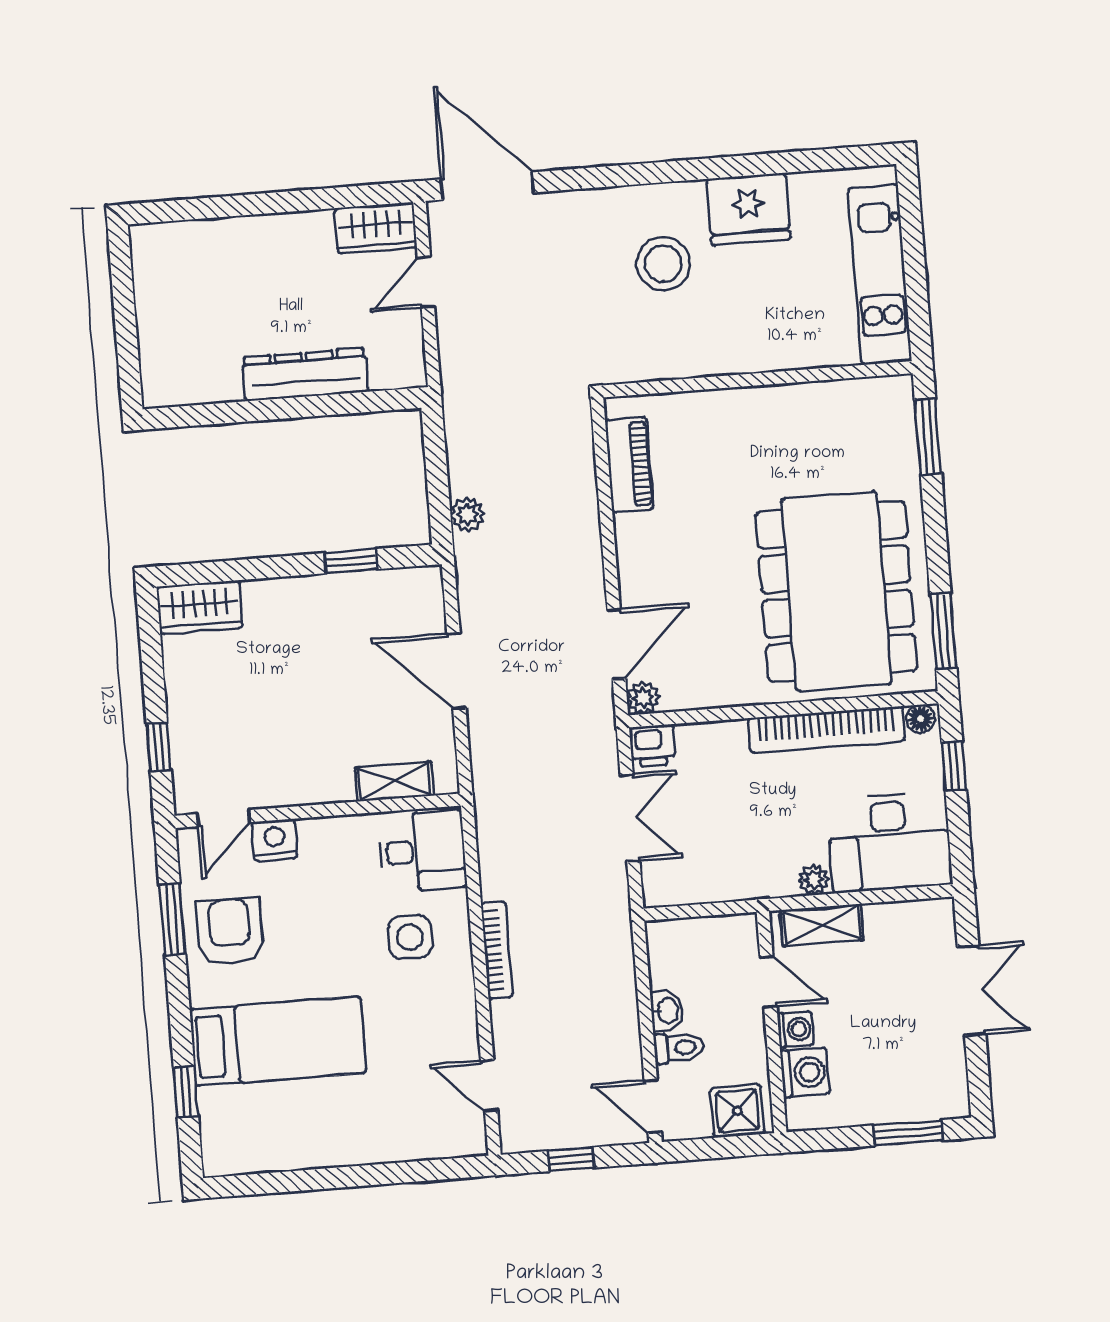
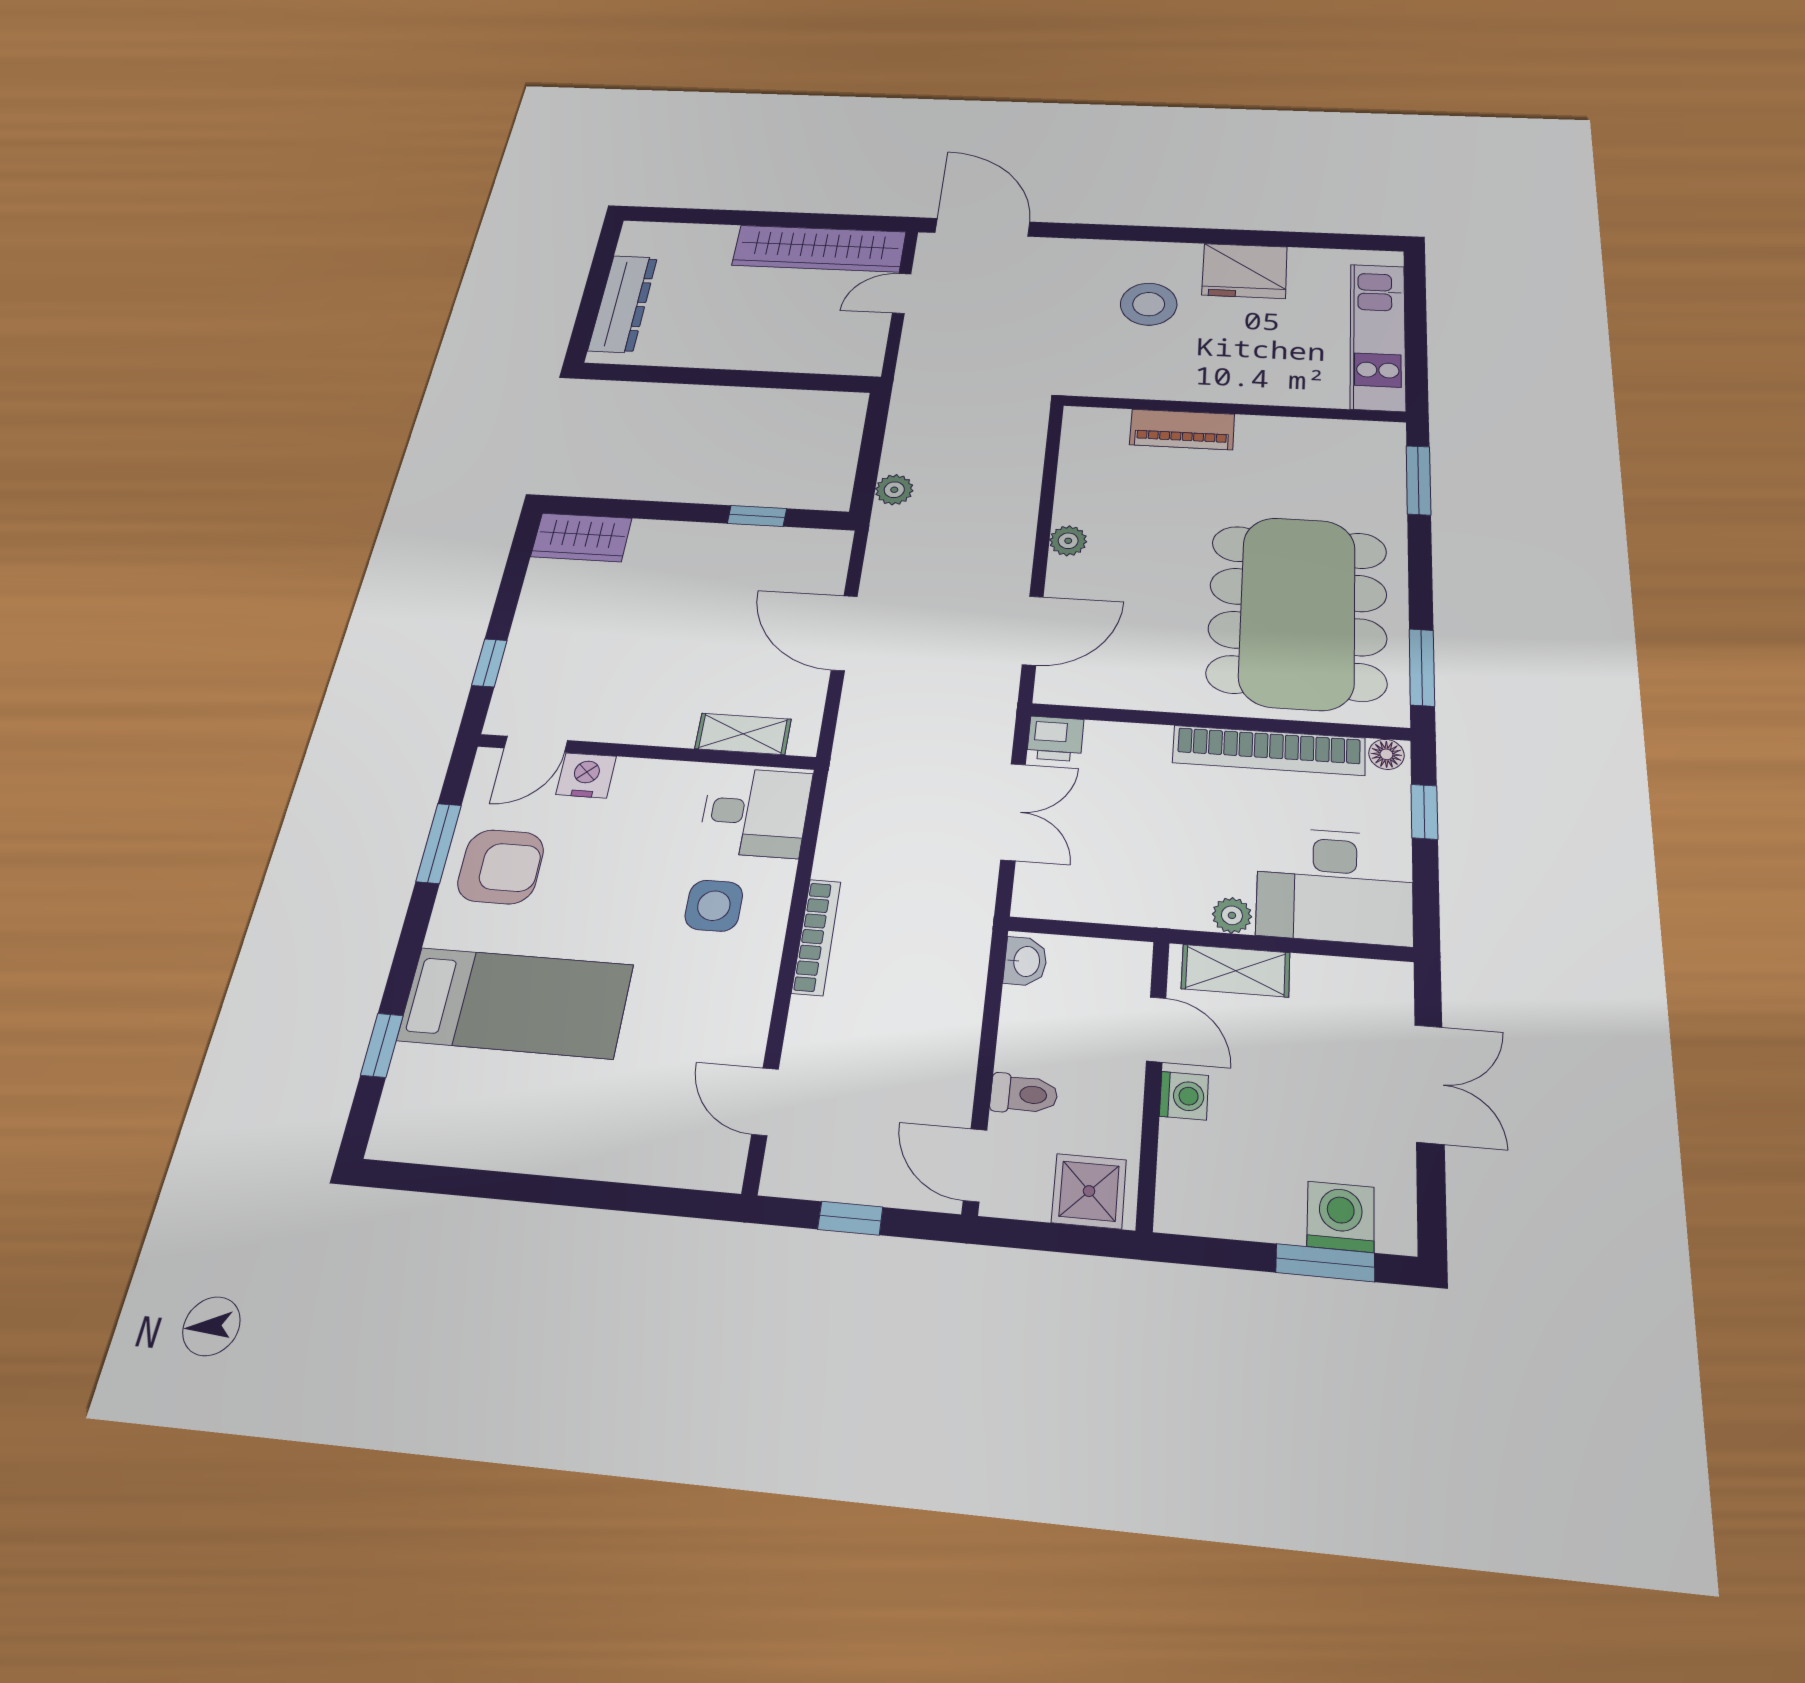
wardrobe: (376, 228) -> (819, 248), width x2.10, depth x1.17
dresser: (305, 375) -> (623, 304), moved, turned 90
piano: (629, 465) -> (1182, 429), moved, turned 90
plant: (643, 698) -> (1068, 541), moved
armchair: (230, 932) -> (501, 867), turned 90
washbasin: (667, 1011) -> (1025, 961), moved
washing machine: (805, 1072) -> (1341, 1217), moved, turned -90

